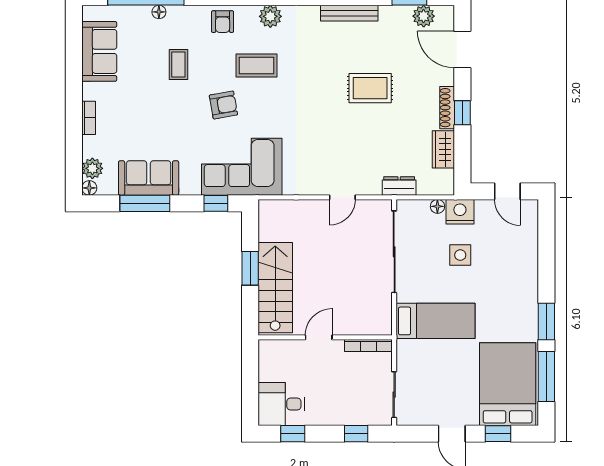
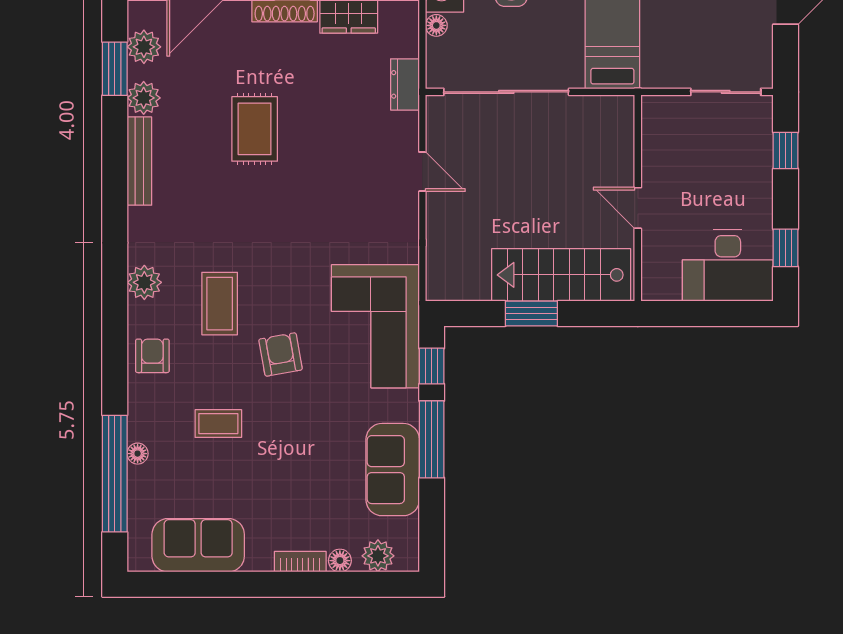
plant: (390, 16) -> (144, 98), added
armchair: (223, 22) -> (152, 356), turned -90
floor lamp: (89, 188) -> (340, 561), moved
window: (145, 203) -> (432, 439), moved
bookcase: (368, 346) -> (650, 131), removed
desk: (281, 404) -> (728, 265), width x1.37

